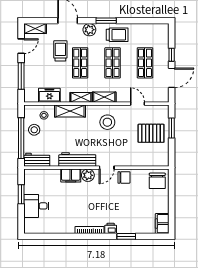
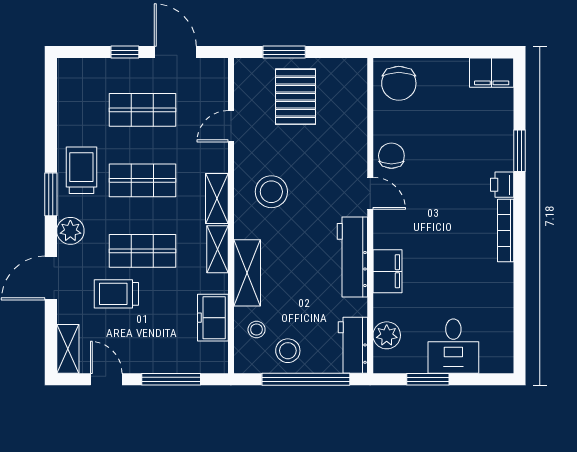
plant: (88, 175) -> (387, 335), moved
chair: (157, 181) -> (399, 83), turned 90

